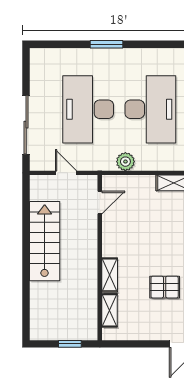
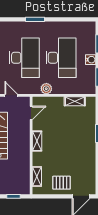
desk: (88, 109) -> (24, 58), turned 180
shelving: (110, 275) -> (37, 141), moved
pallet: (165, 287) -> (62, 183), moved

